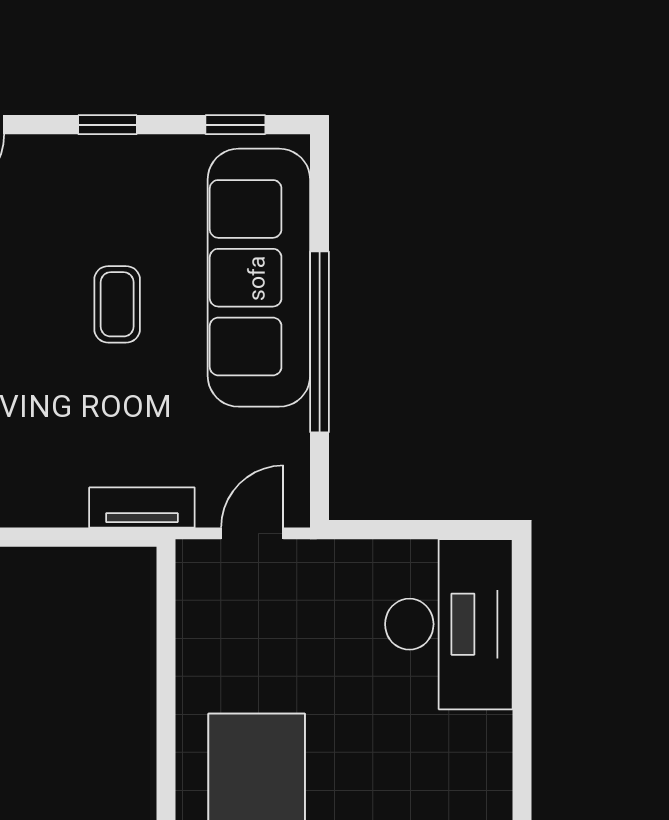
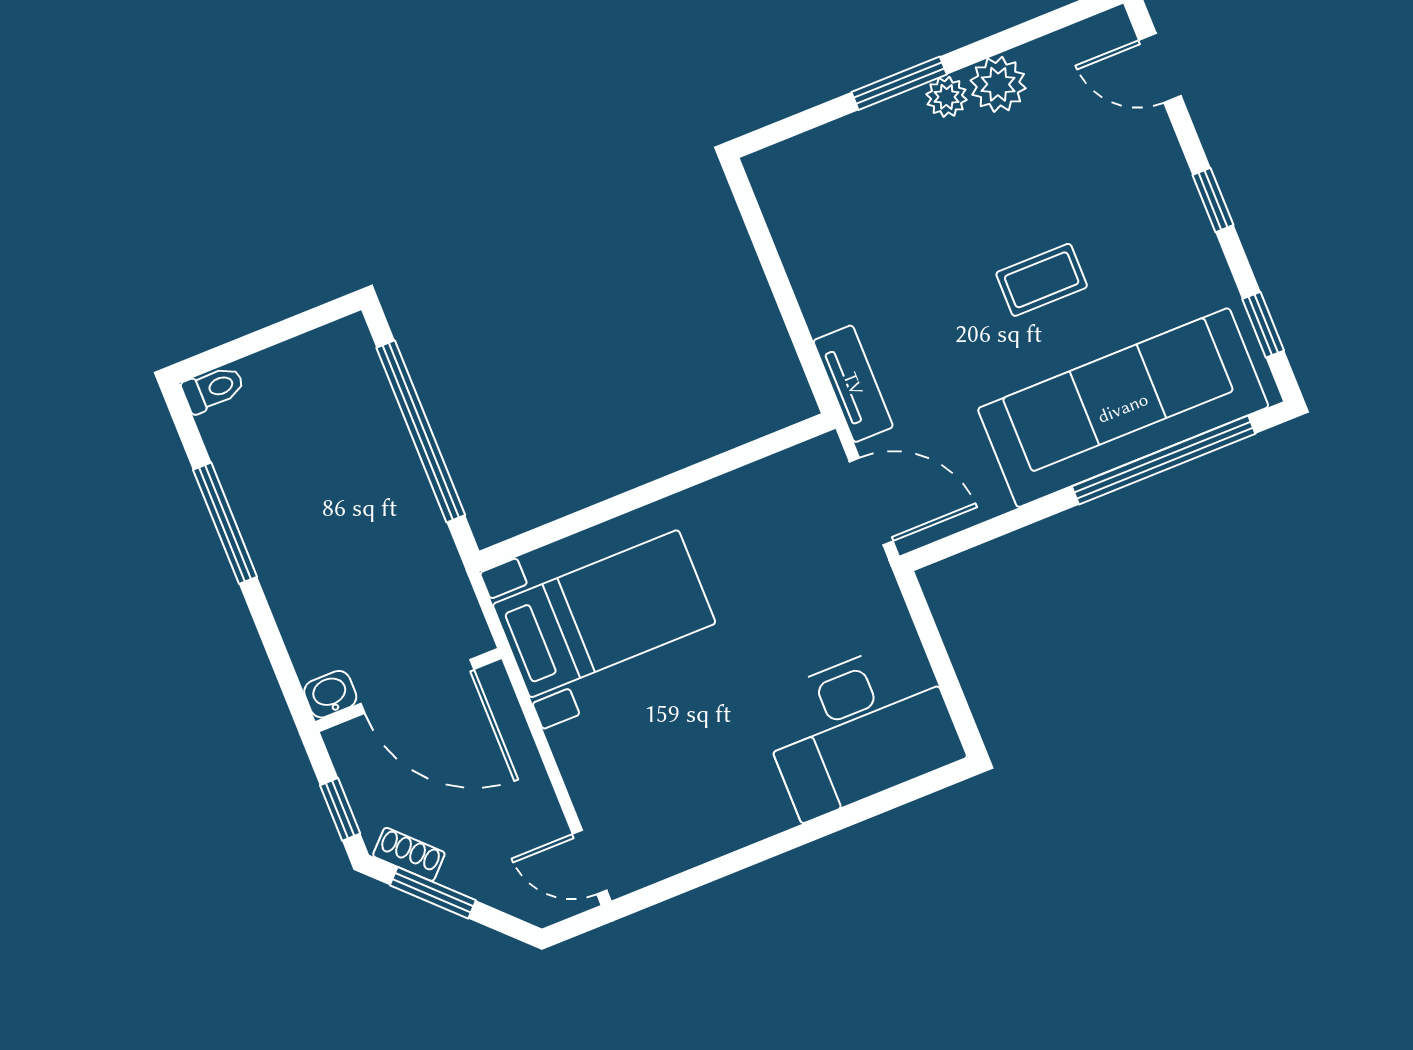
window: (320, 342) -> (1164, 460), moved
door: (252, 533) -> (871, 501), width x1.37

